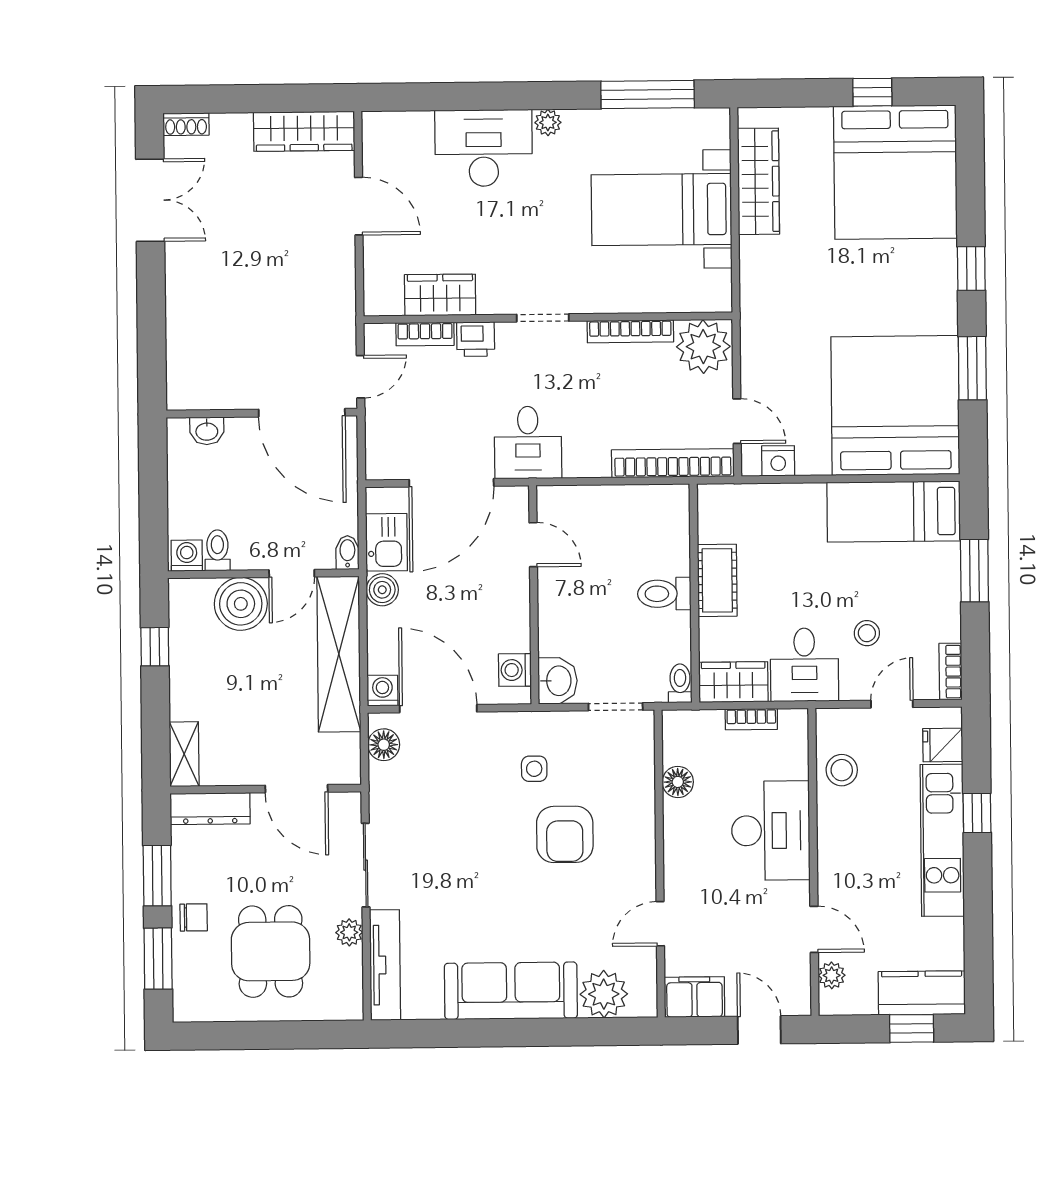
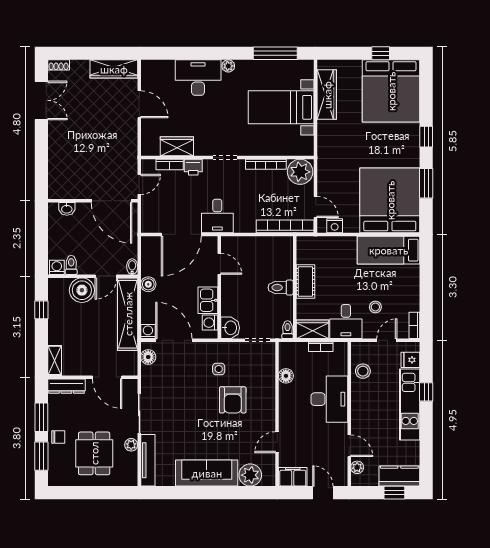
kitchen sink: (386, 542) -> (208, 300), moved, turned 180
window: (974, 571) -> (426, 278), removed

